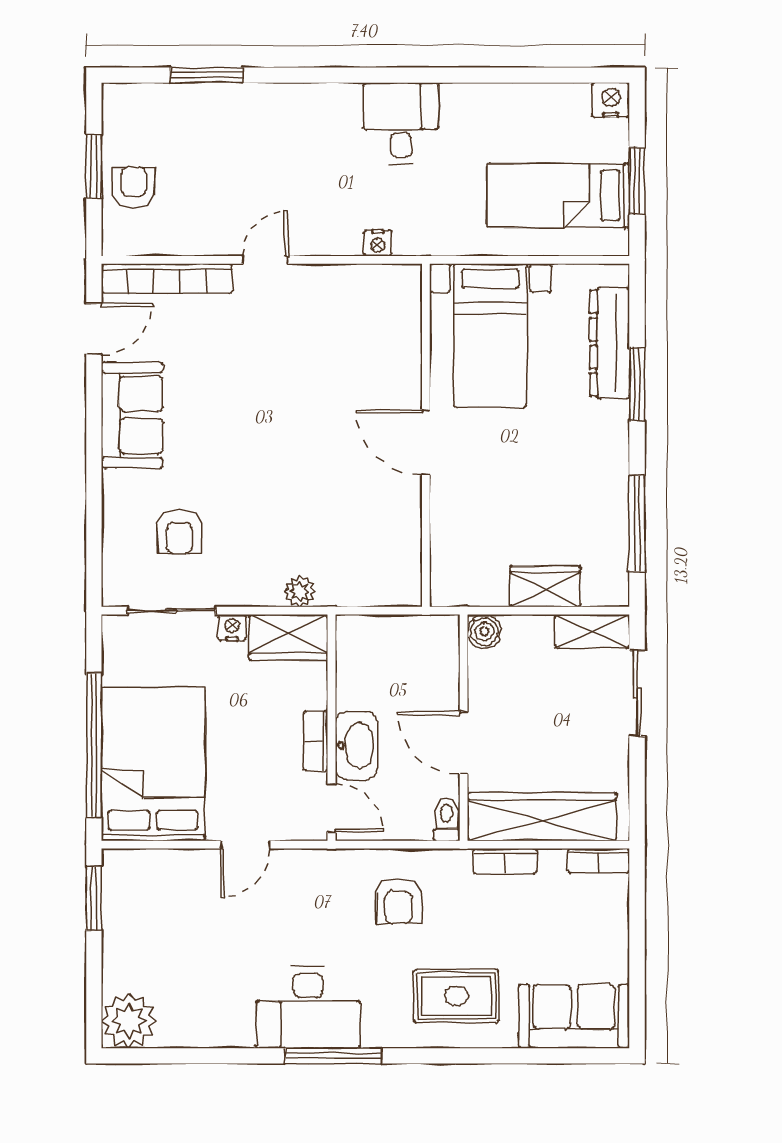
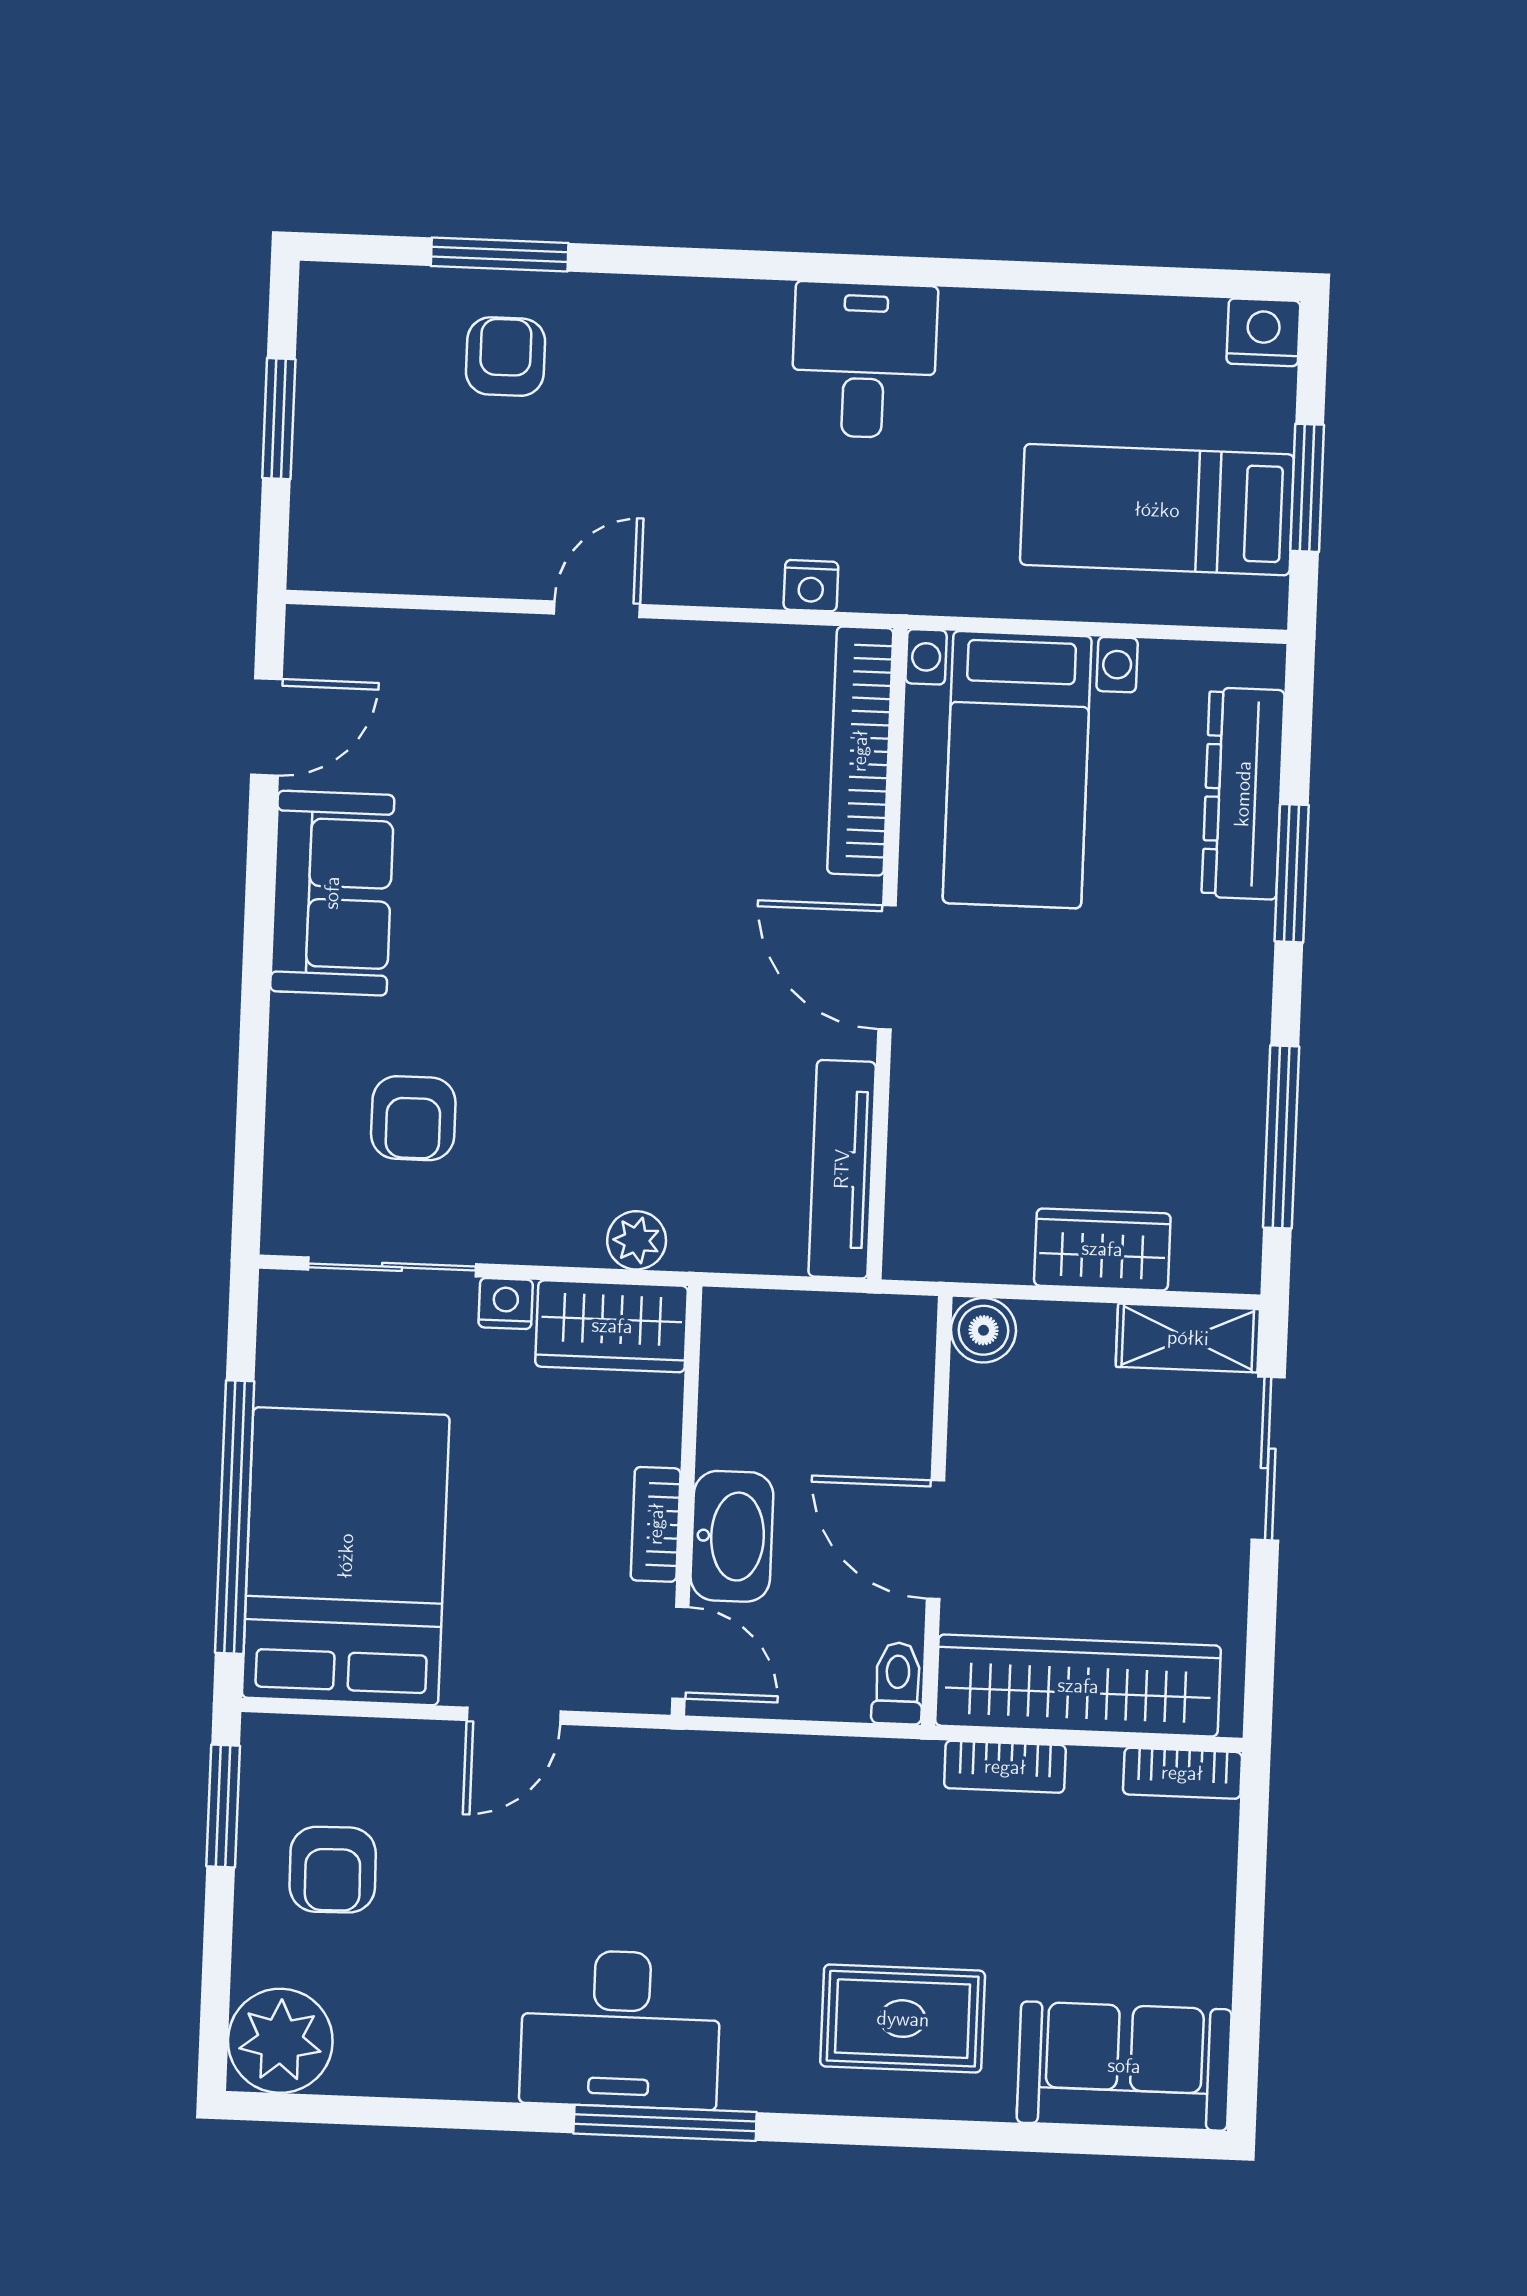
armchair: (134, 187) -> (506, 357), moved
bookcase: (167, 279) -> (860, 751), moved, turned 90
tv unit: (407, 550) -> (842, 1169), added
armchair: (398, 901) -> (333, 1870), moved

